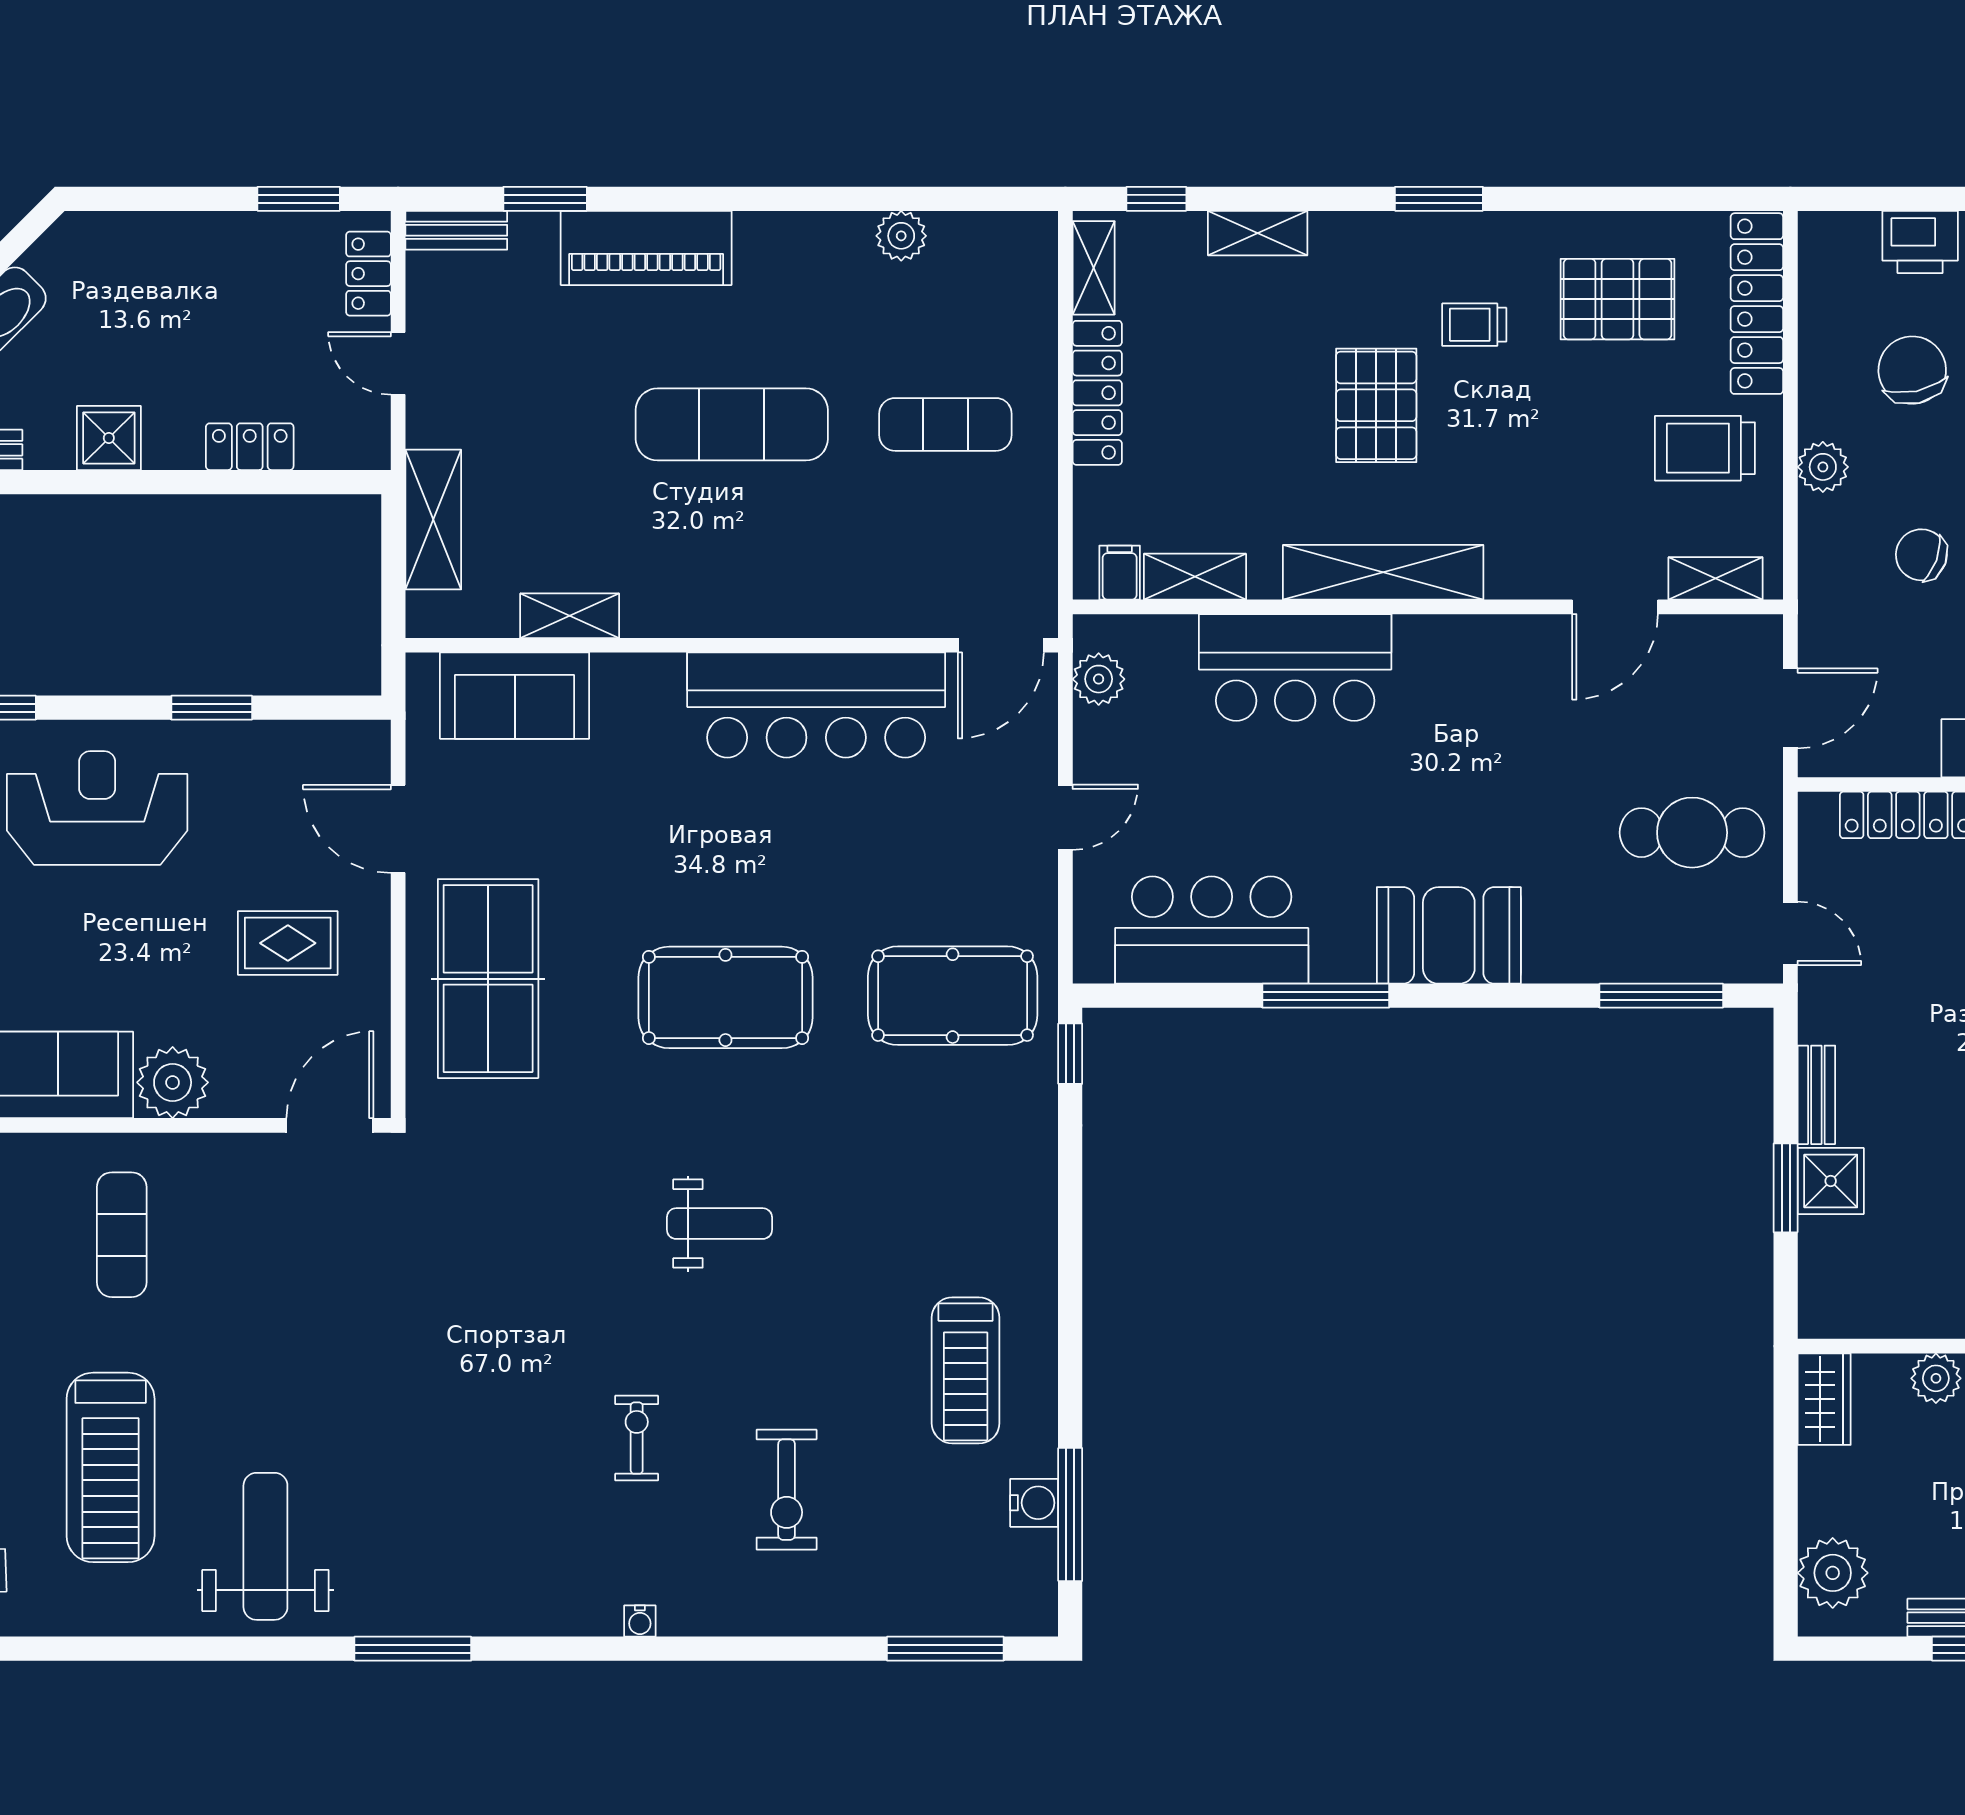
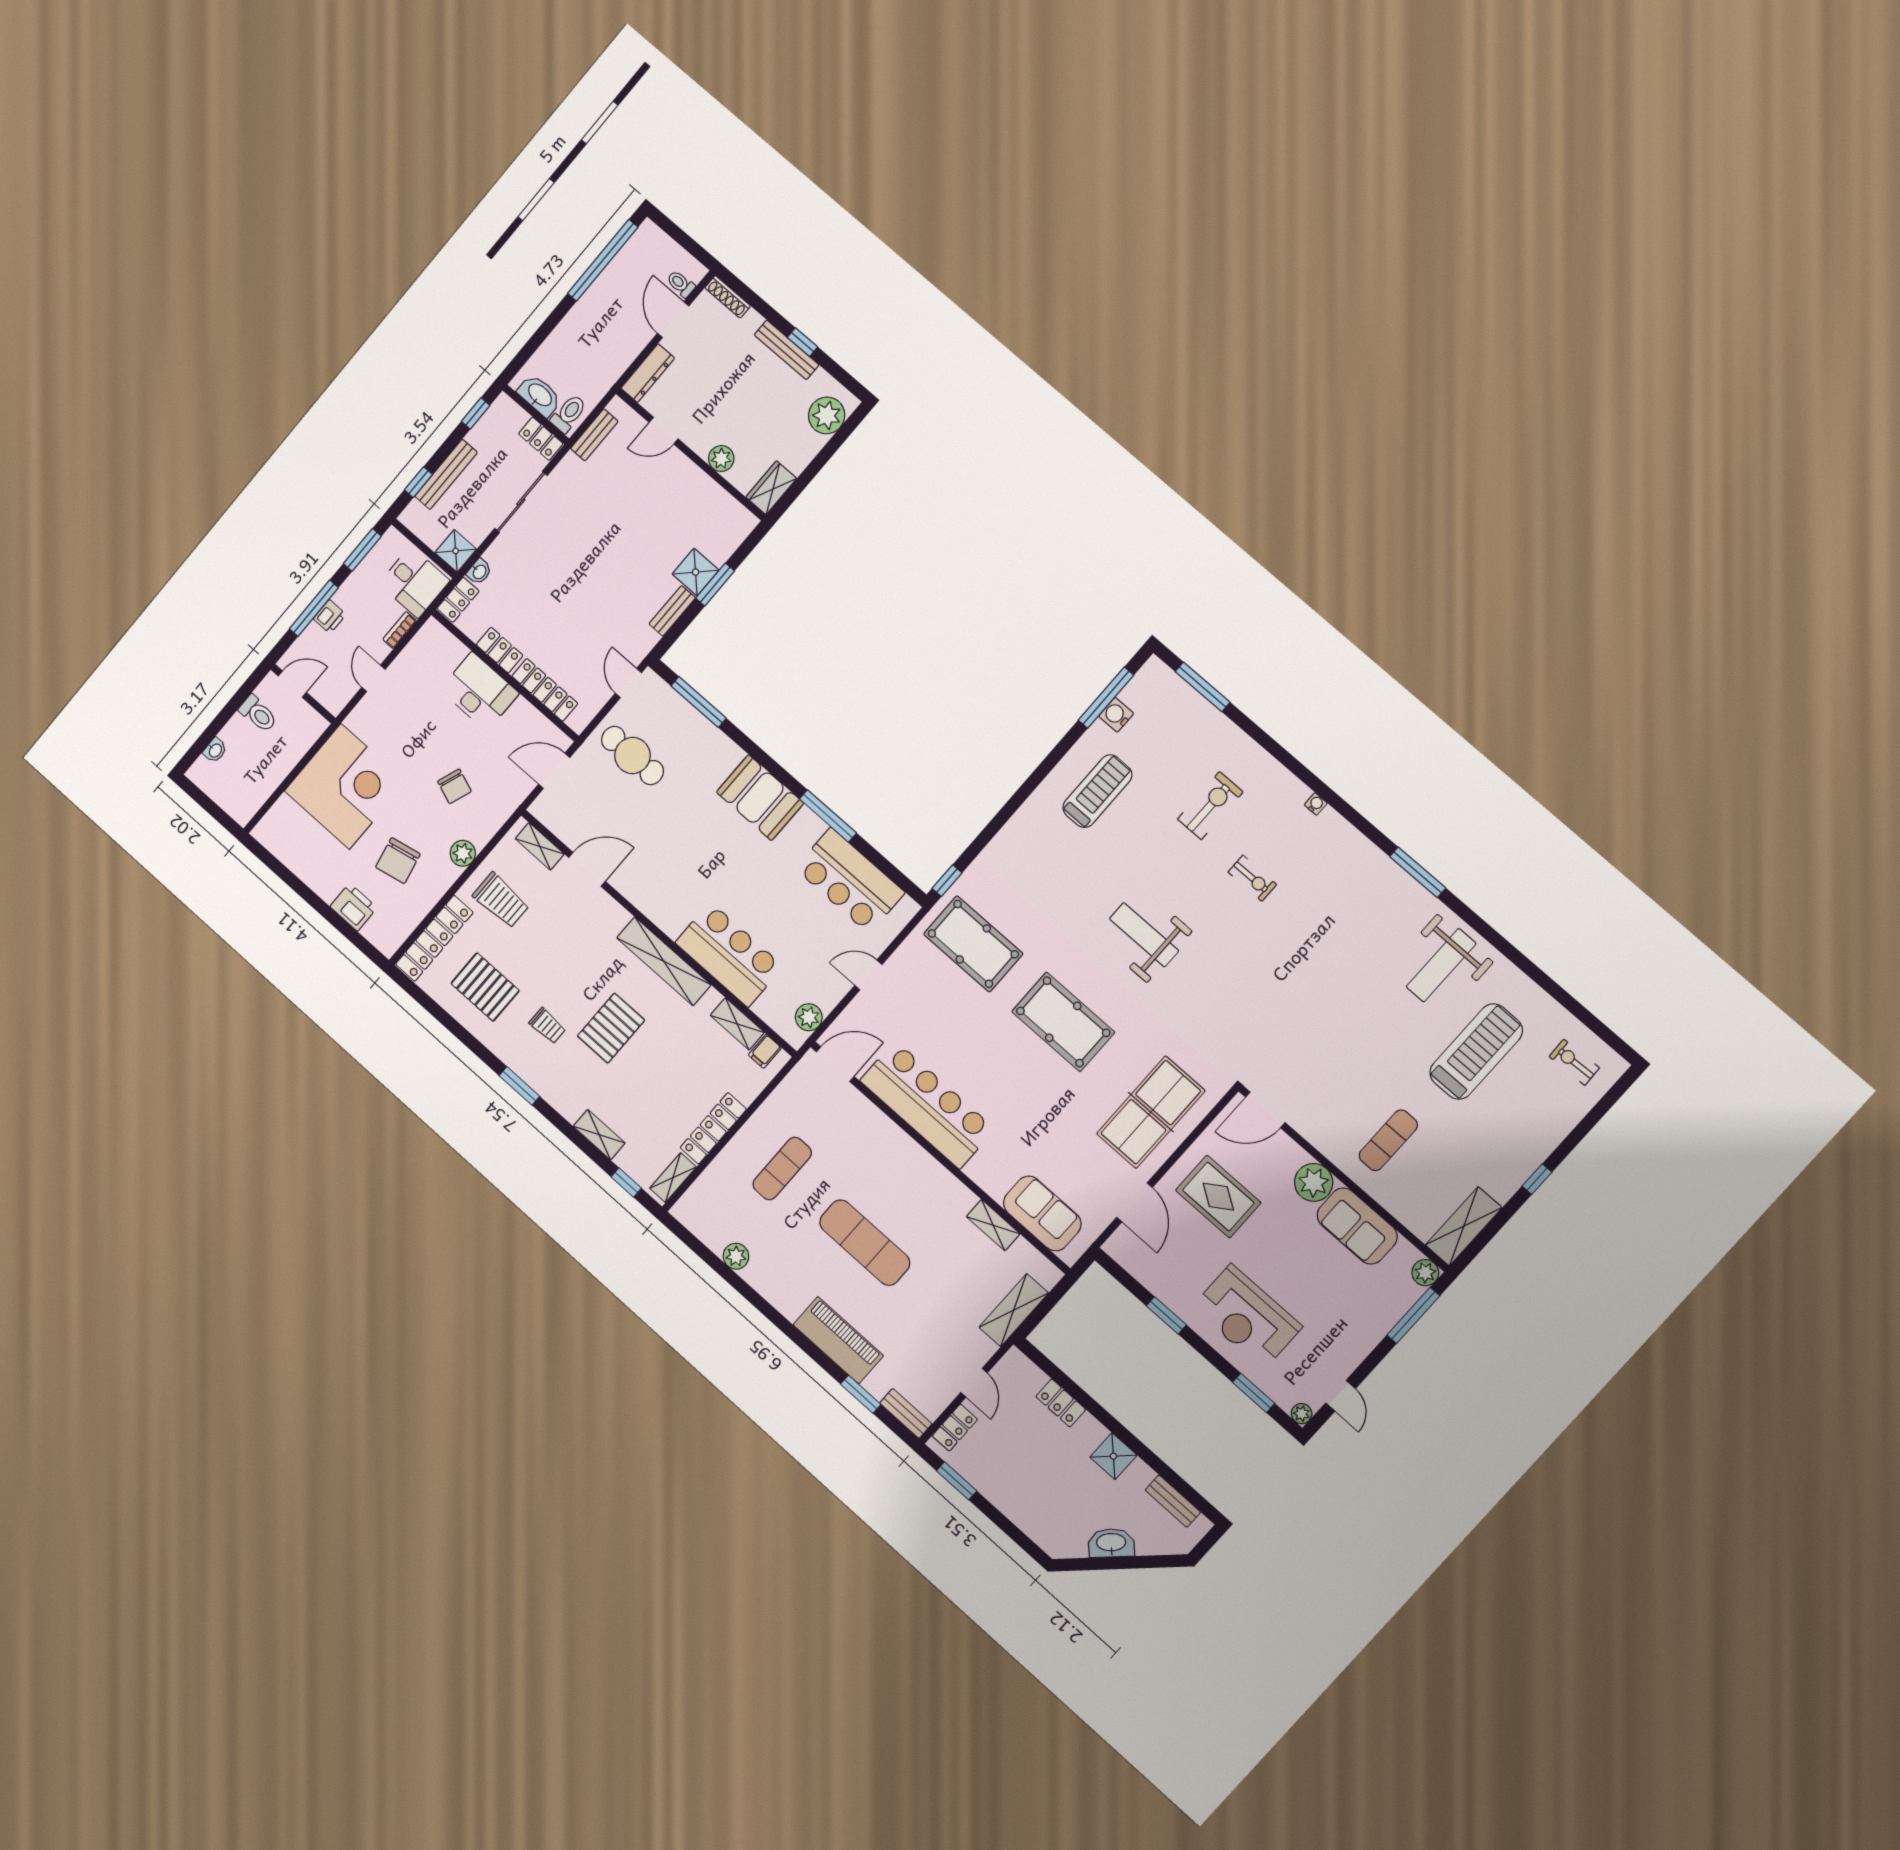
exercise mat: (945, 424) -> (782, 1169), turned 90
rug: (288, 943) -> (1218, 1197), width x1.36, depth x1.43
weight bench: (719, 1224) -> (1144, 935), width x1.36, depth x1.33
exercise bike: (637, 1438) -> (1252, 878), turned -90

